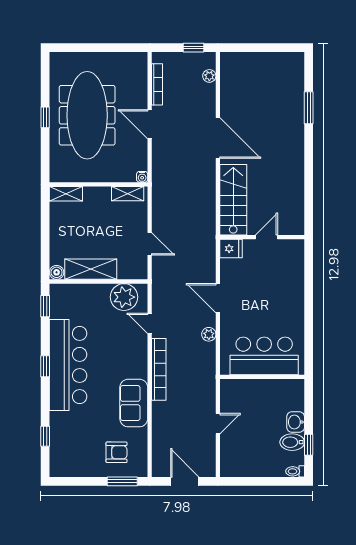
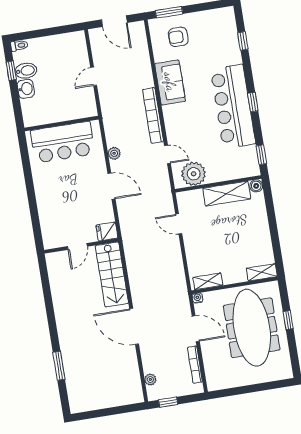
water cooler: (142, 177) -> (198, 298), moved
wall: (99, 184) -> (235, 285), moved
shelving: (66, 194) -> (262, 272), moved
shelving: (128, 194) -> (208, 281), moved

